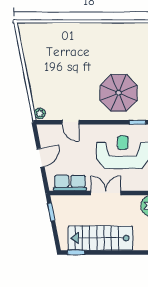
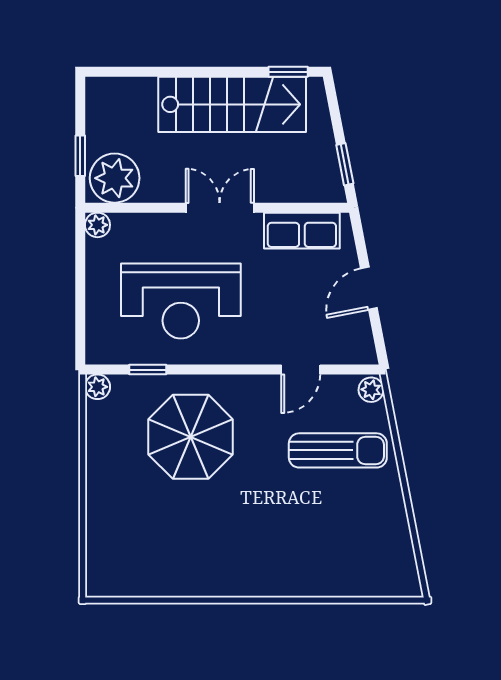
sun lounger: (54, 87) -> (338, 450), added
door: (70, 122) -> (301, 370), swing flipped
double door: (106, 193) -> (220, 208), swing flipped

